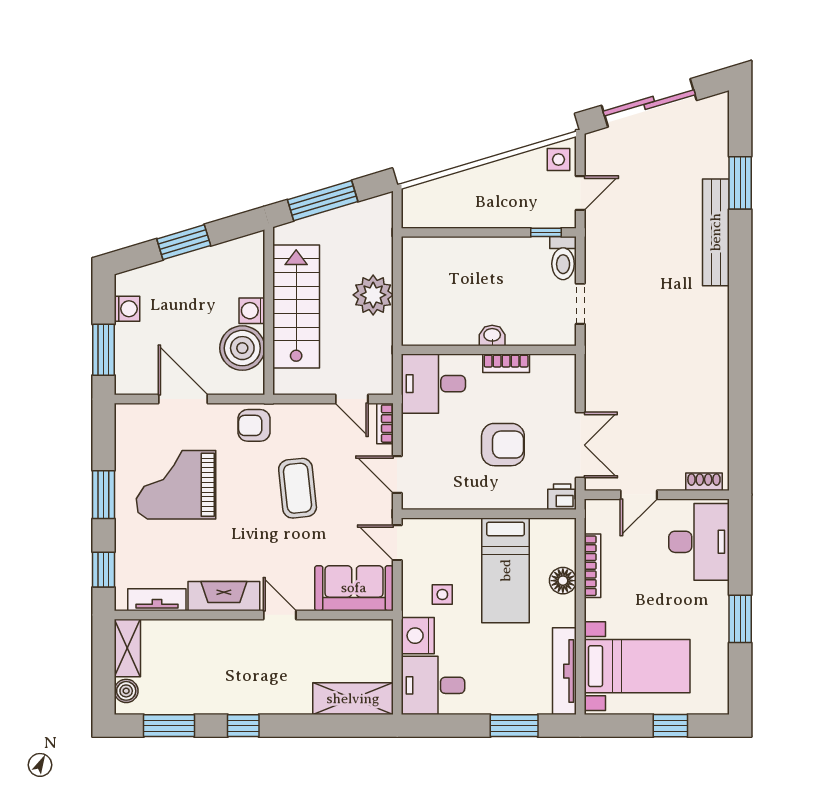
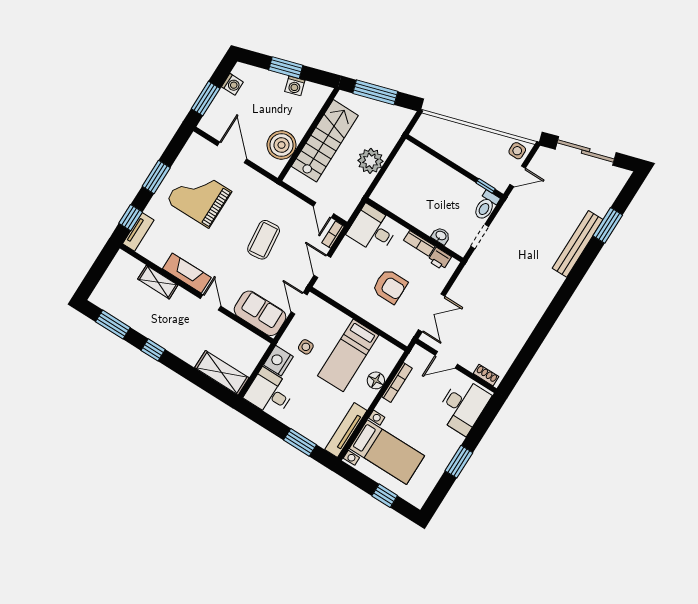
washing machine: (252, 311) -> (295, 86), moved, turned -107
washbasin: (492, 335) -> (441, 236), moved
armchair: (254, 425) -> (261, 191), removed
printer: (562, 497) -> (440, 259), moved, turned 180
tv unit: (157, 600) -> (138, 232), moved, turned 90
shelving: (127, 648) -> (158, 282), moved, turned 90
boiler: (126, 691) -> (102, 291), removed

